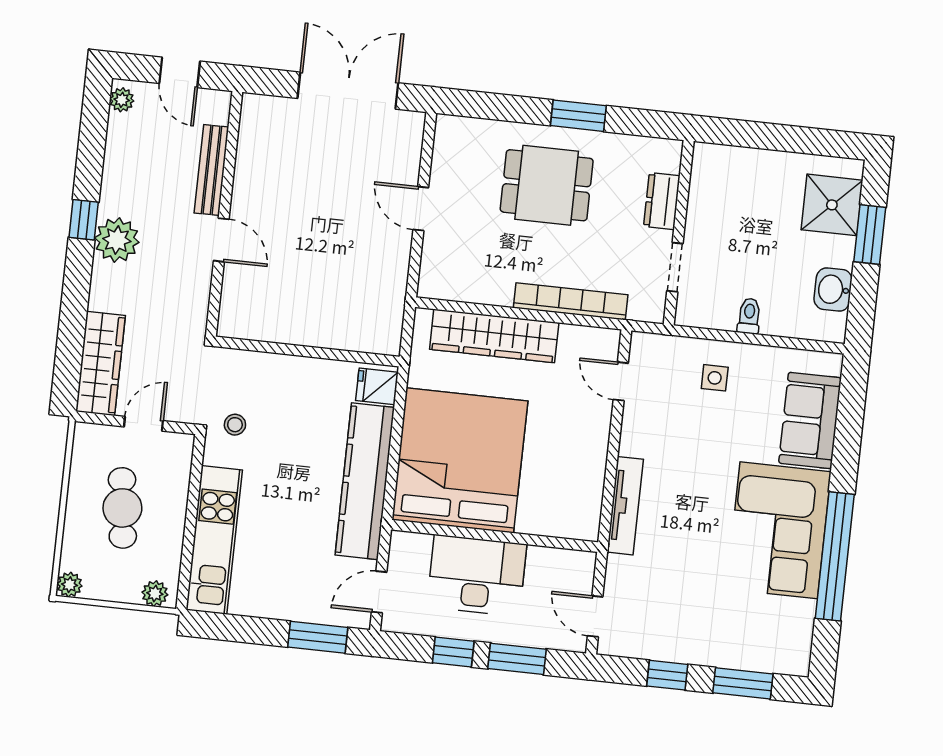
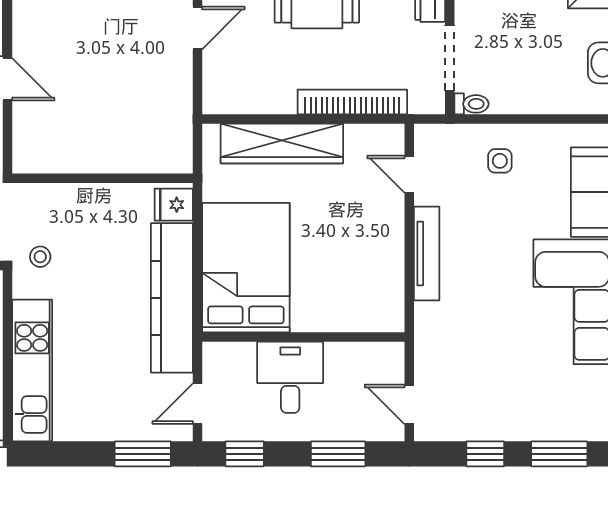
door: (421, 209) -> (197, 28), swing flipped
doorway: (675, 267) -> (450, 58), width x1.38
toilet: (749, 316) -> (471, 104), moved, turned 90
bed: (460, 460) -> (246, 268), width x0.73
tv unit: (625, 506) -> (427, 253), moved
desk: (477, 575) -> (290, 377), width x0.73
window: (453, 652) -> (245, 454), moved

